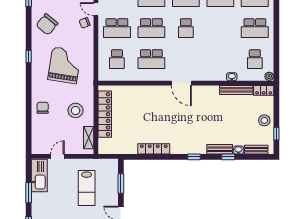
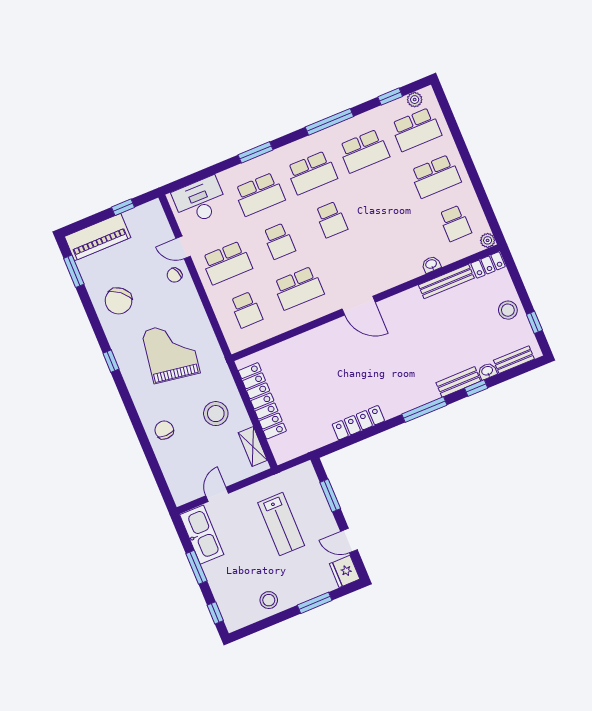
school desk: (151, 28) -> (279, 241), width x0.54
window: (194, 157) -> (424, 410), width x2.17

